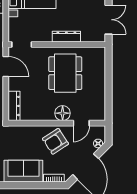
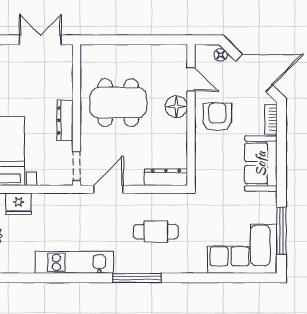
dresser: (66, 37) -> (65, 120), moved
armchair: (55, 141) -> (217, 117), turned -147

